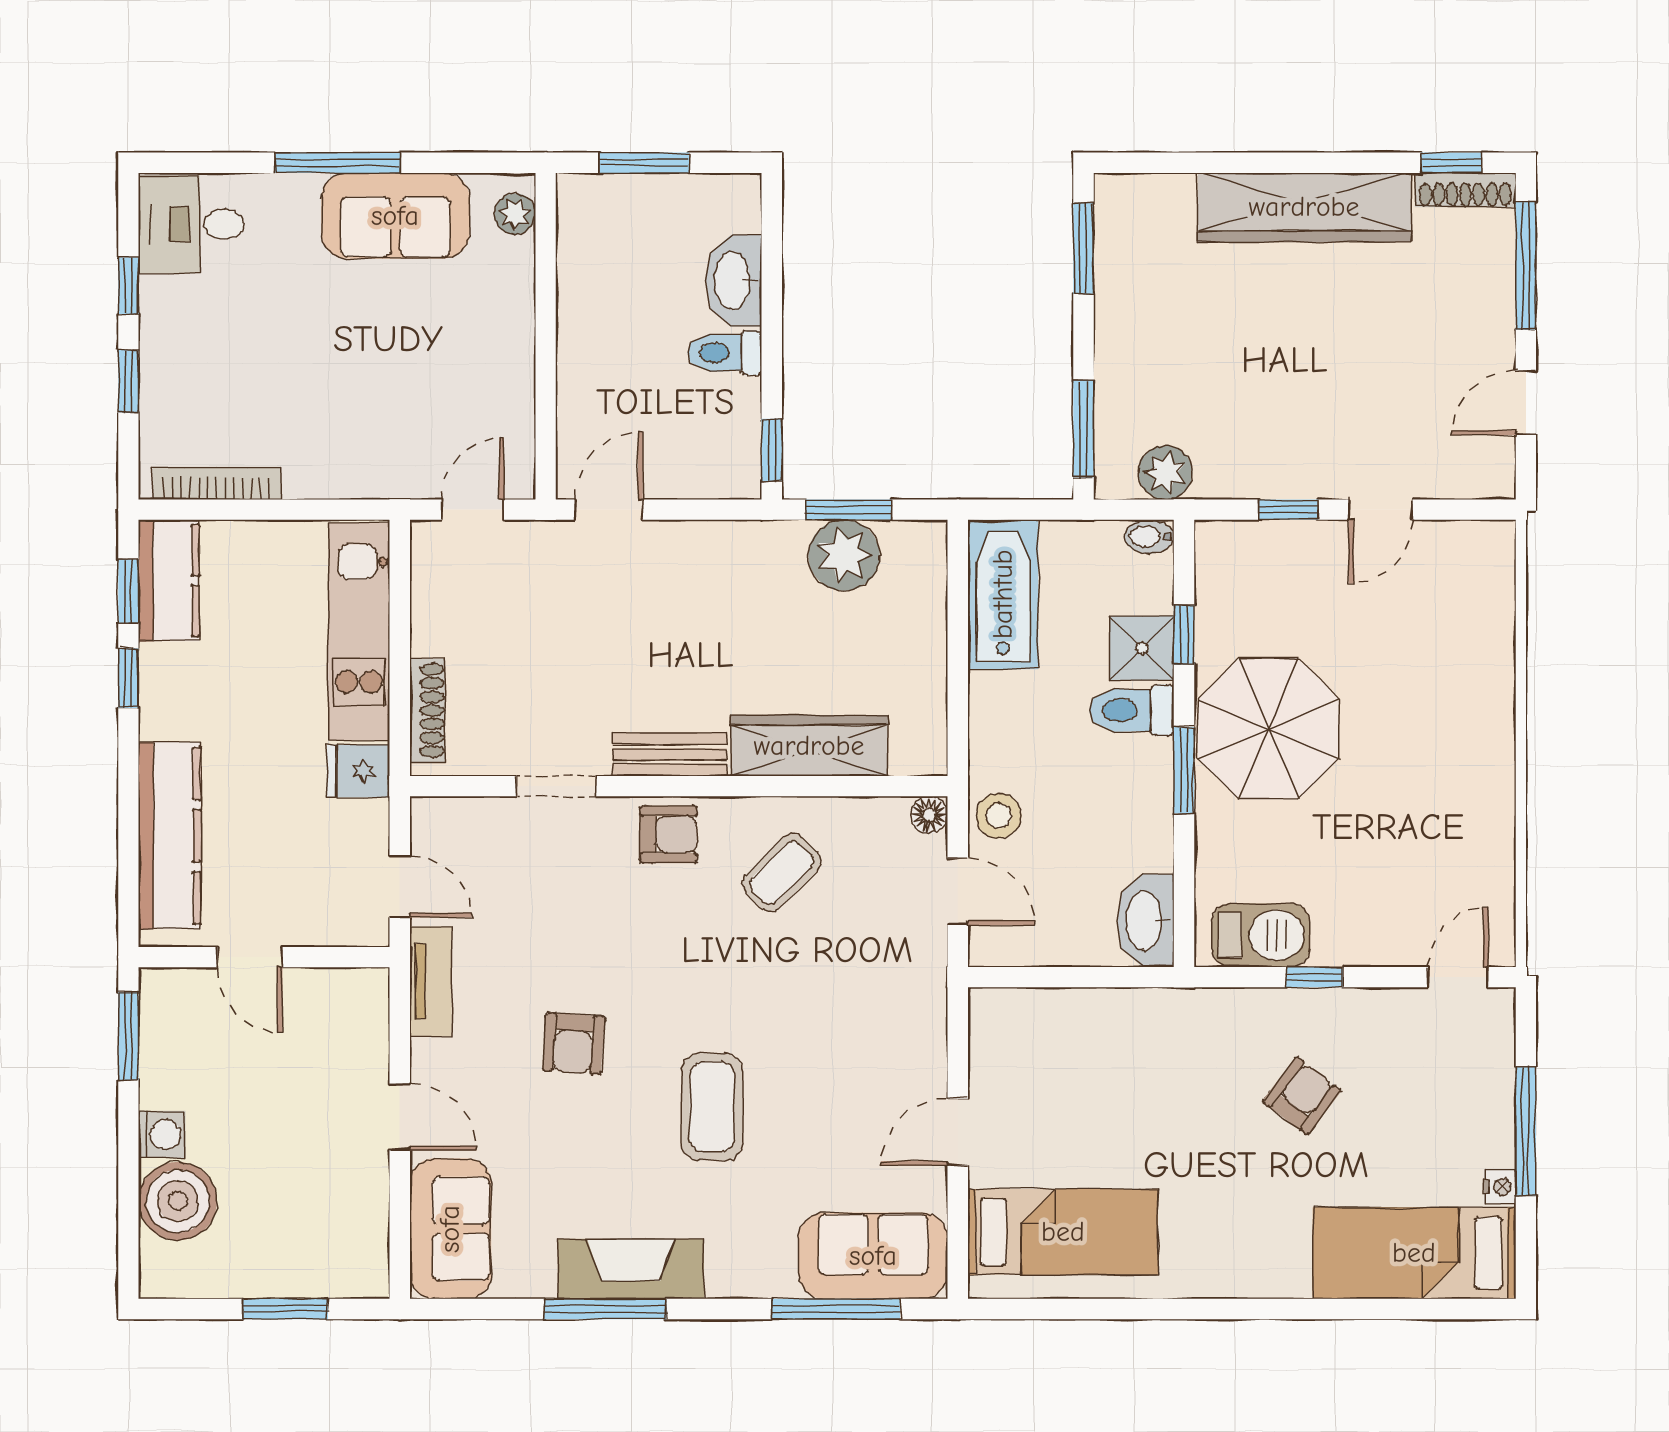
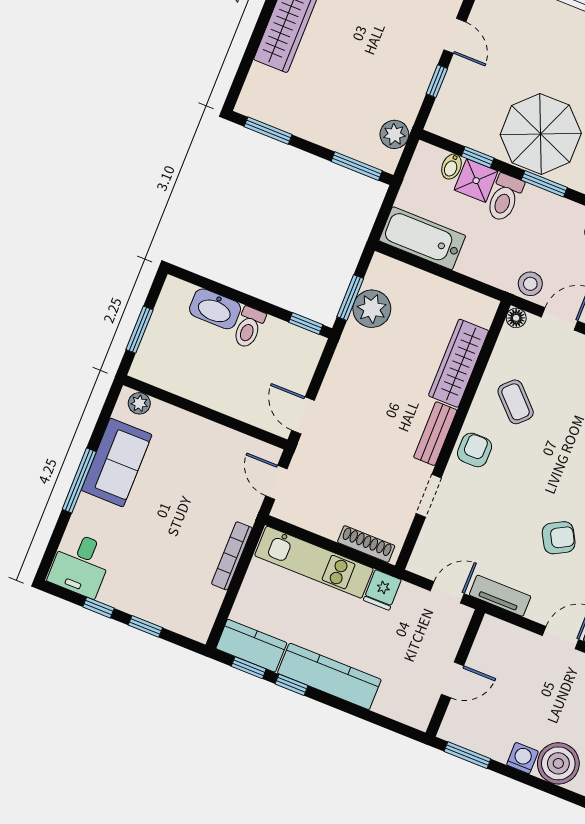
bookcase: (217, 483) -> (232, 556), moved
bidet: (1149, 537) -> (451, 167), moved
kitchen counter: (170, 836) -> (329, 676), moved
armchair: (573, 1044) -> (559, 538), turned -33

